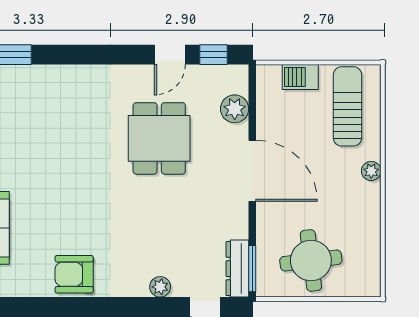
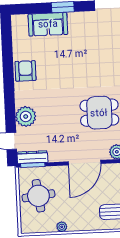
plant: (371, 171) -> (62, 227), moved
plant: (160, 287) -> (26, 116), width x1.88, depth x1.88

